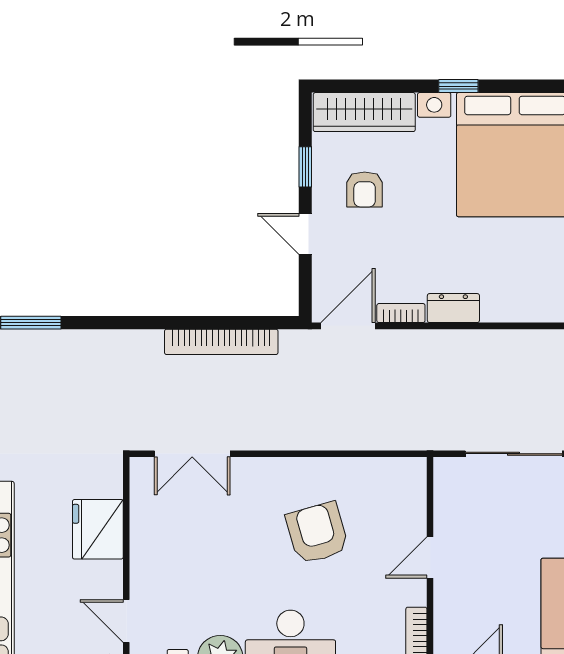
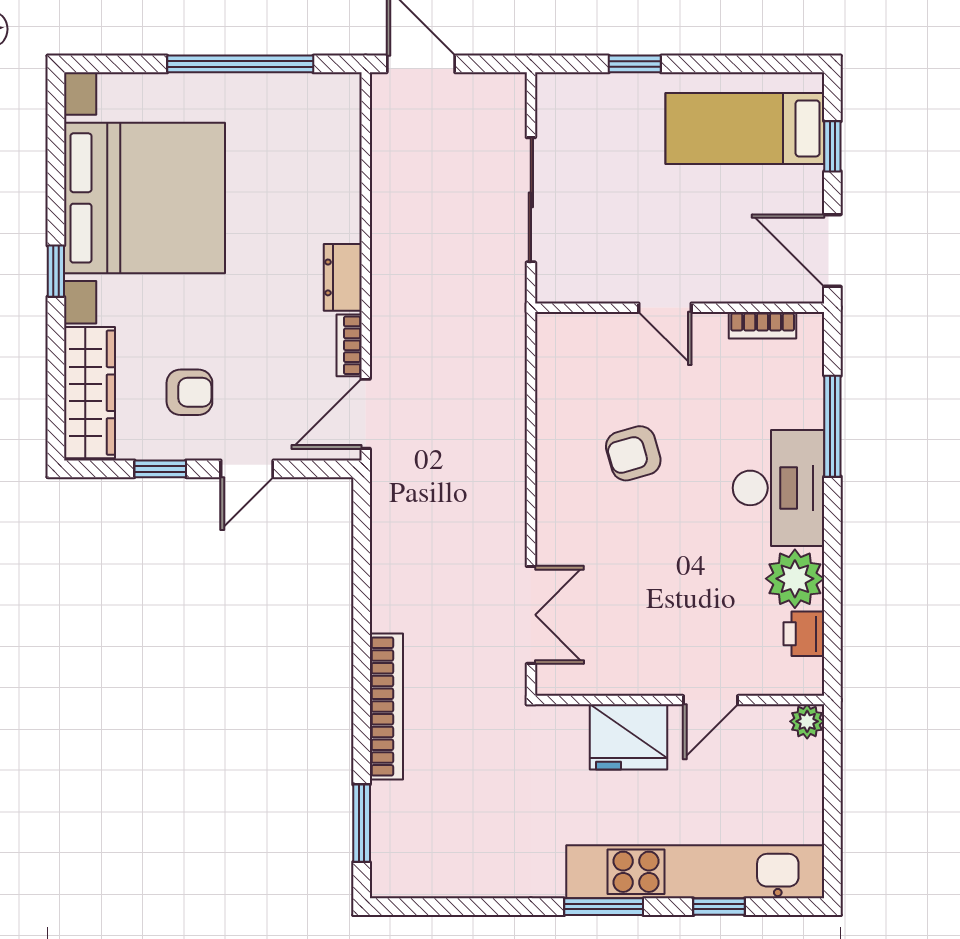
door: (348, 326) -> (366, 414), hinge flipped
bookcase: (221, 342) -> (386, 707), moved
armchair: (317, 533) -> (633, 453), width x0.72, depth x0.72
door: (126, 621) -> (710, 700), moved

